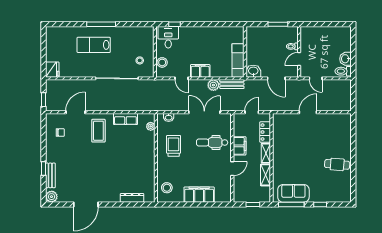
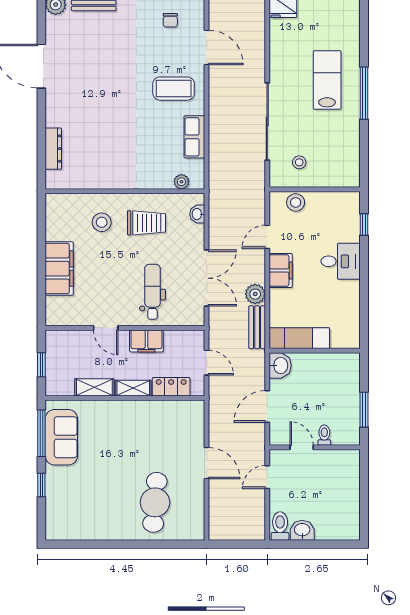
desk: (168, 37) -> (341, 261), moved
cafe table: (337, 164) -> (155, 502), moved, width x1.37, depth x1.35
stool: (167, 188) -> (102, 222), moved

